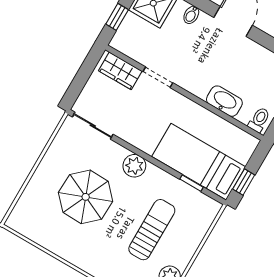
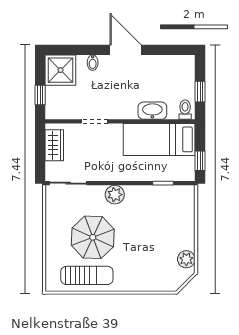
wardrobe: (120, 71) -> (54, 145), moved, turned -90
bed: (199, 162) -> (159, 139), moved
sun lounger: (152, 230) -> (87, 275), moved, turned 90

